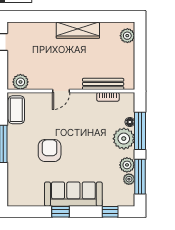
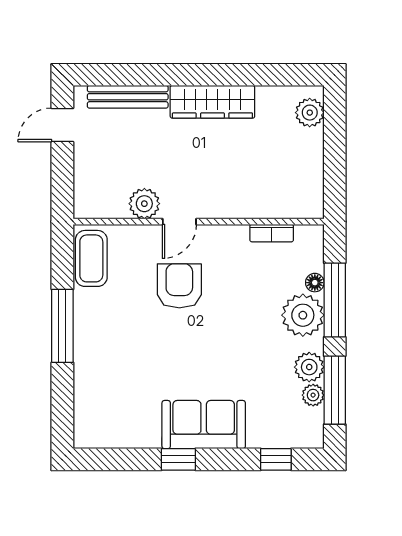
plant: (20, 82) -> (144, 204), moved
bench: (103, 84) -> (128, 97), moved
armchair: (50, 150) -> (179, 286), moved
sofa: (73, 194) -> (204, 425), width x0.73

